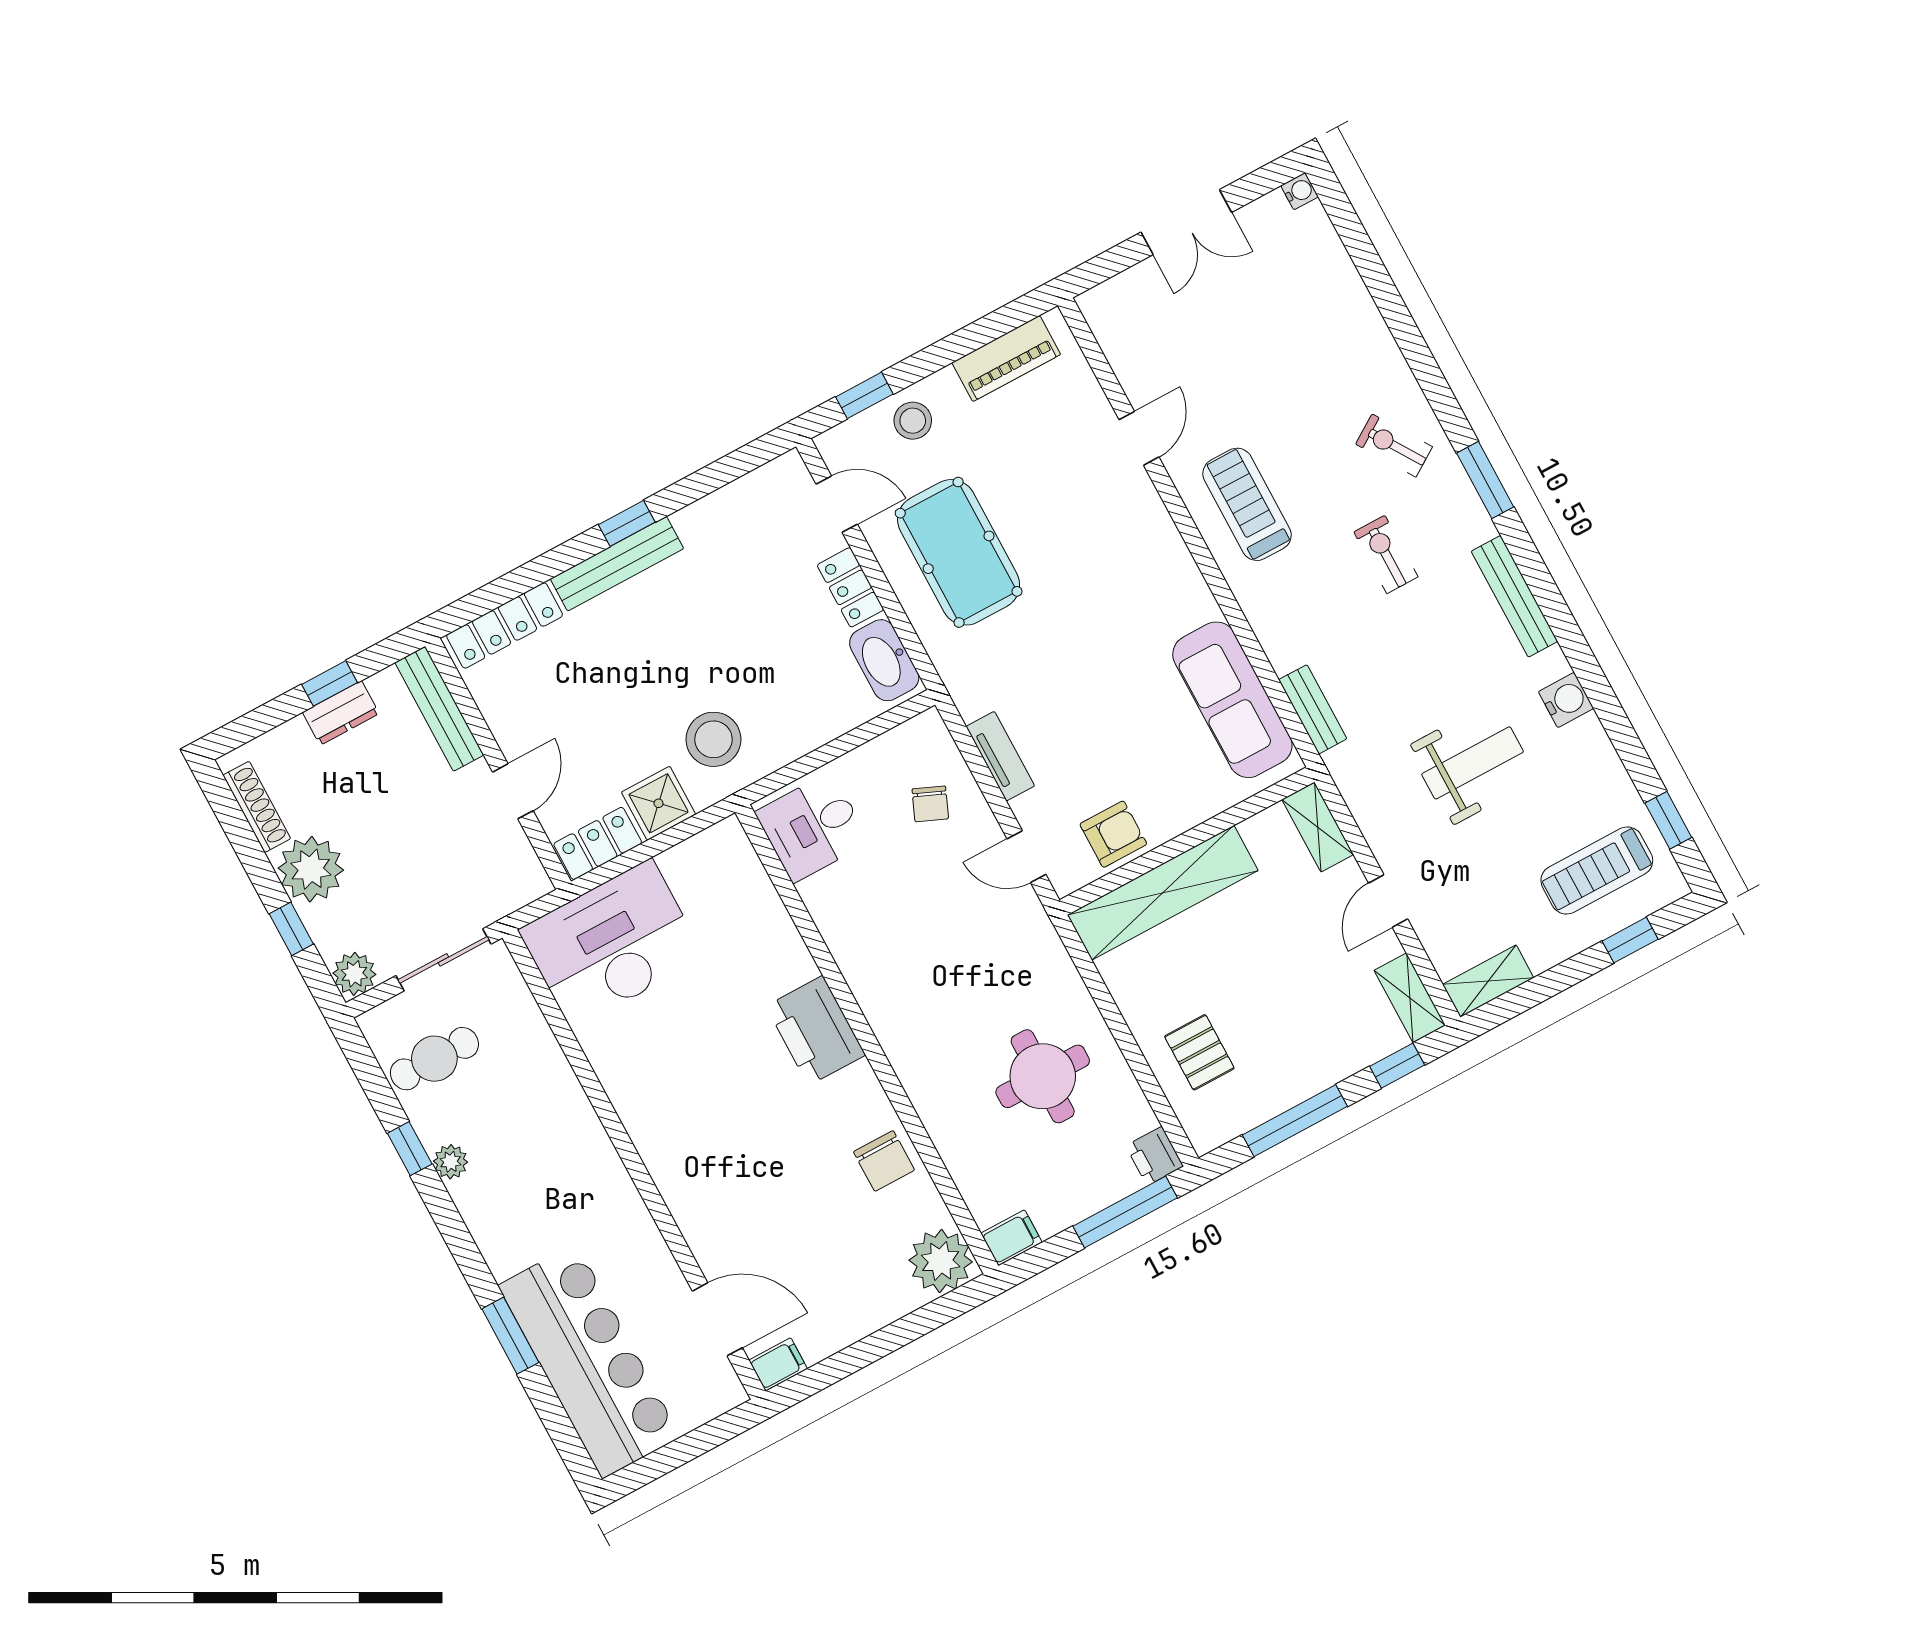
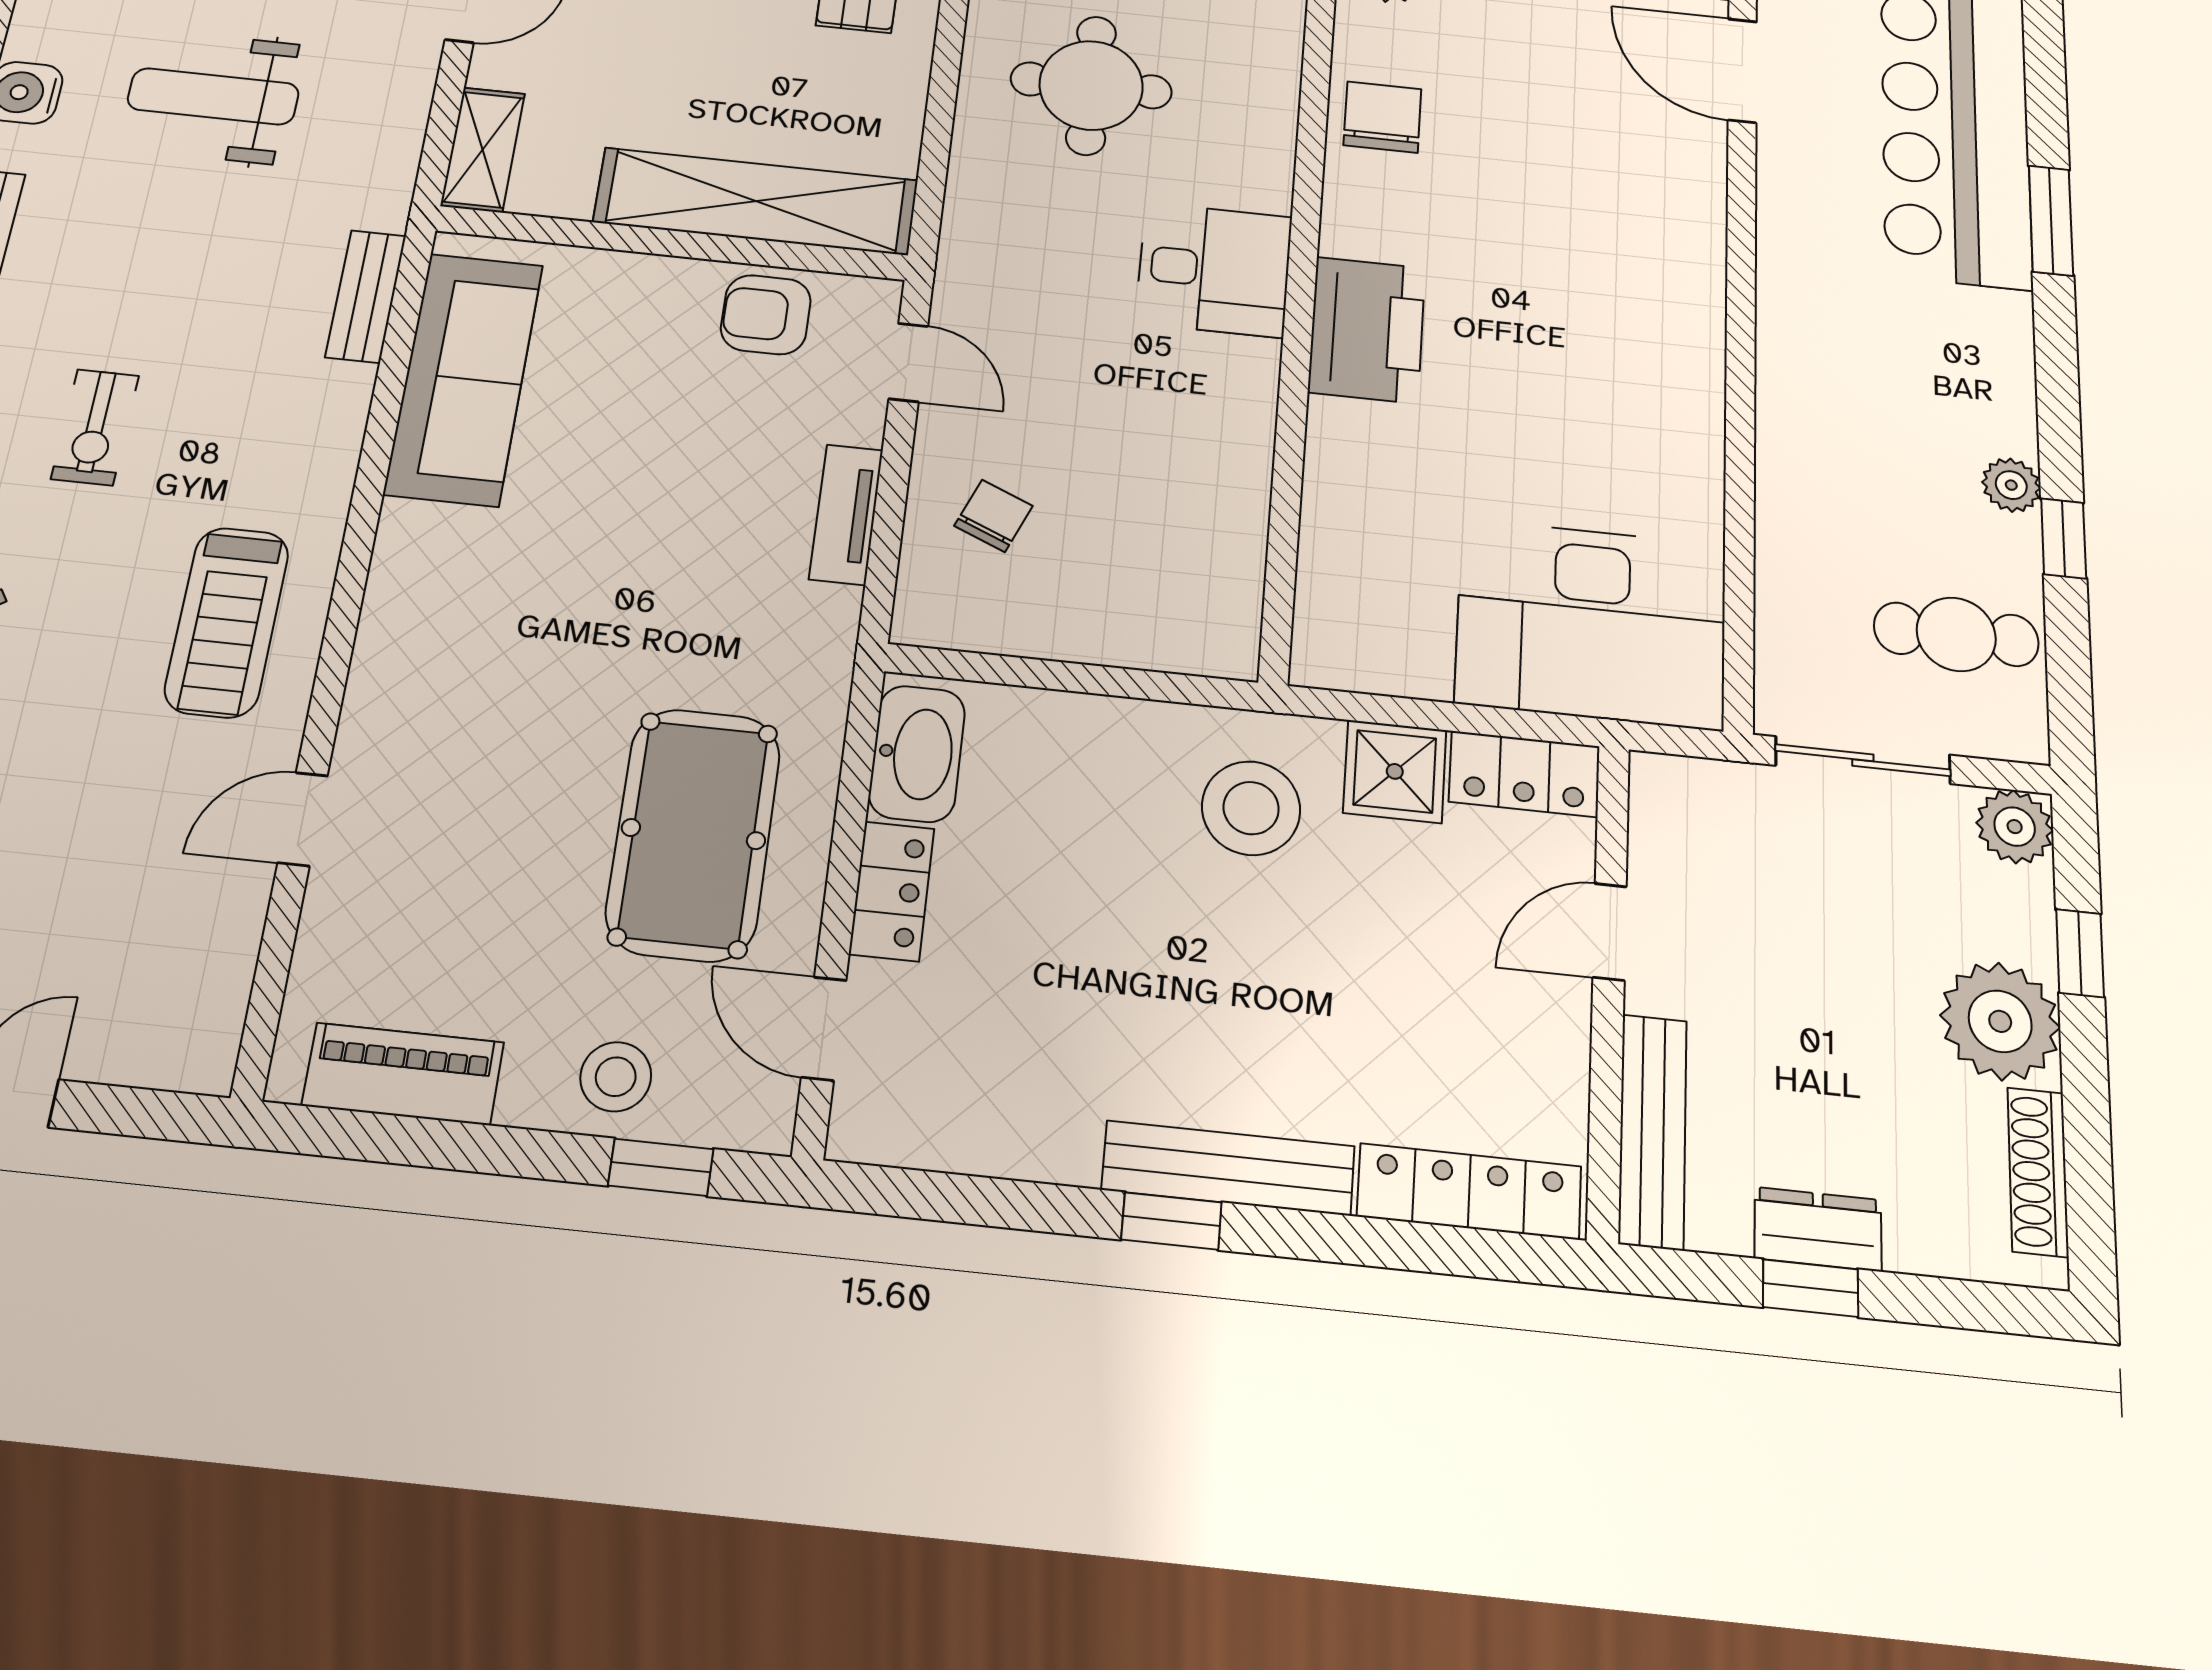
desk: (812, 827) -> (1214, 270), moved

